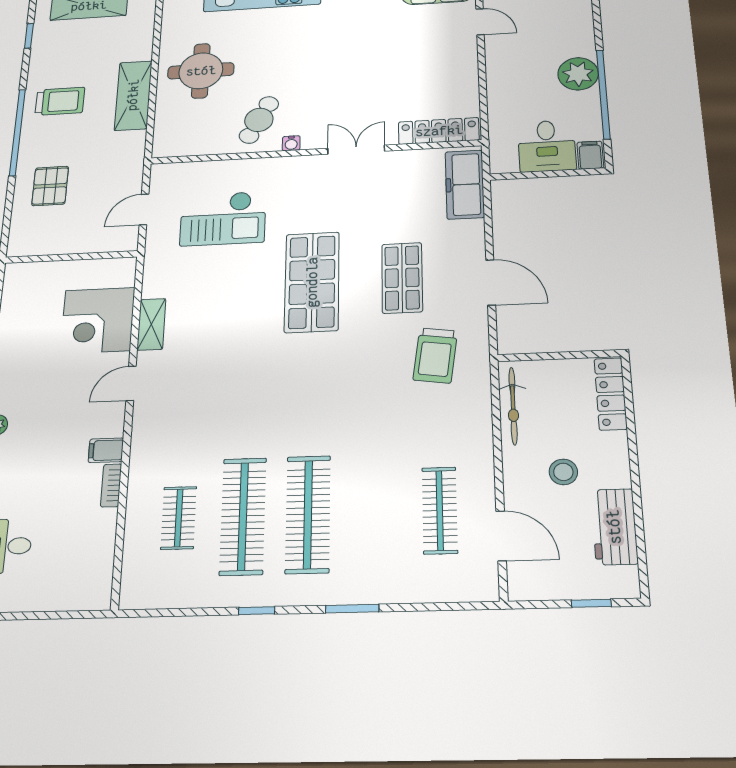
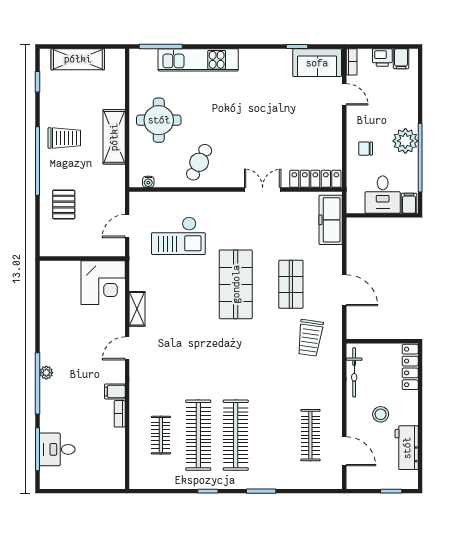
chair: (516, 87) -> (366, 149), added
water cooler: (291, 143) -> (148, 182), moved
corner desk: (98, 320) -> (103, 283), moved, turned -90

